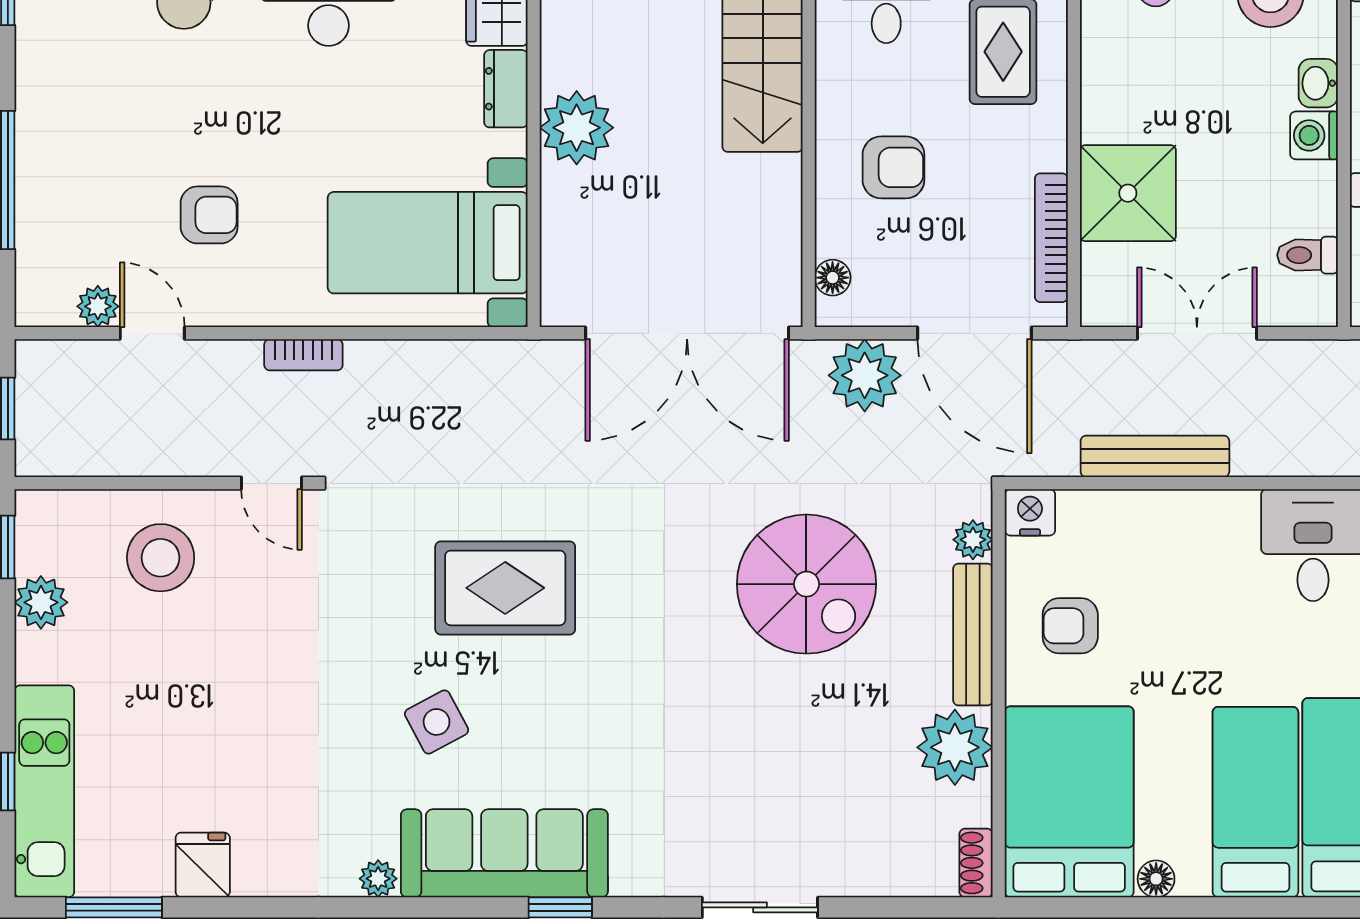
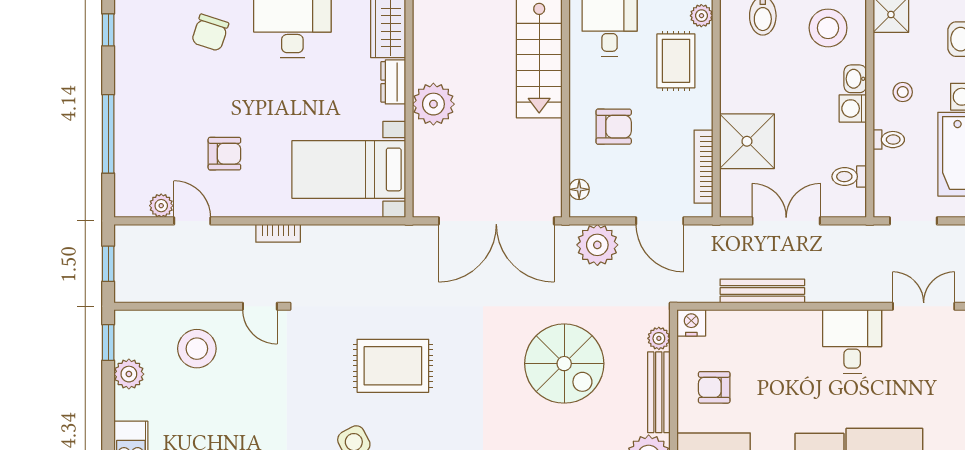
door: (975, 333) -> (660, 221), width x0.73

